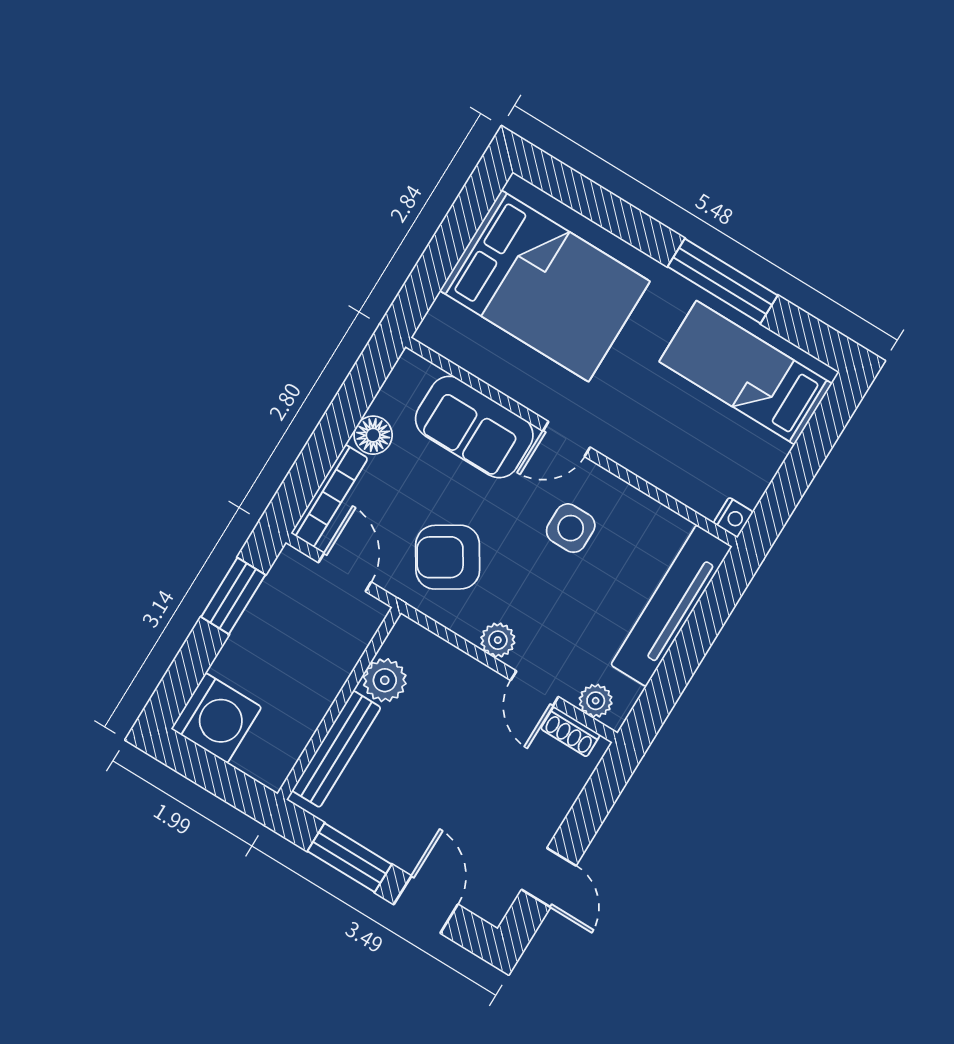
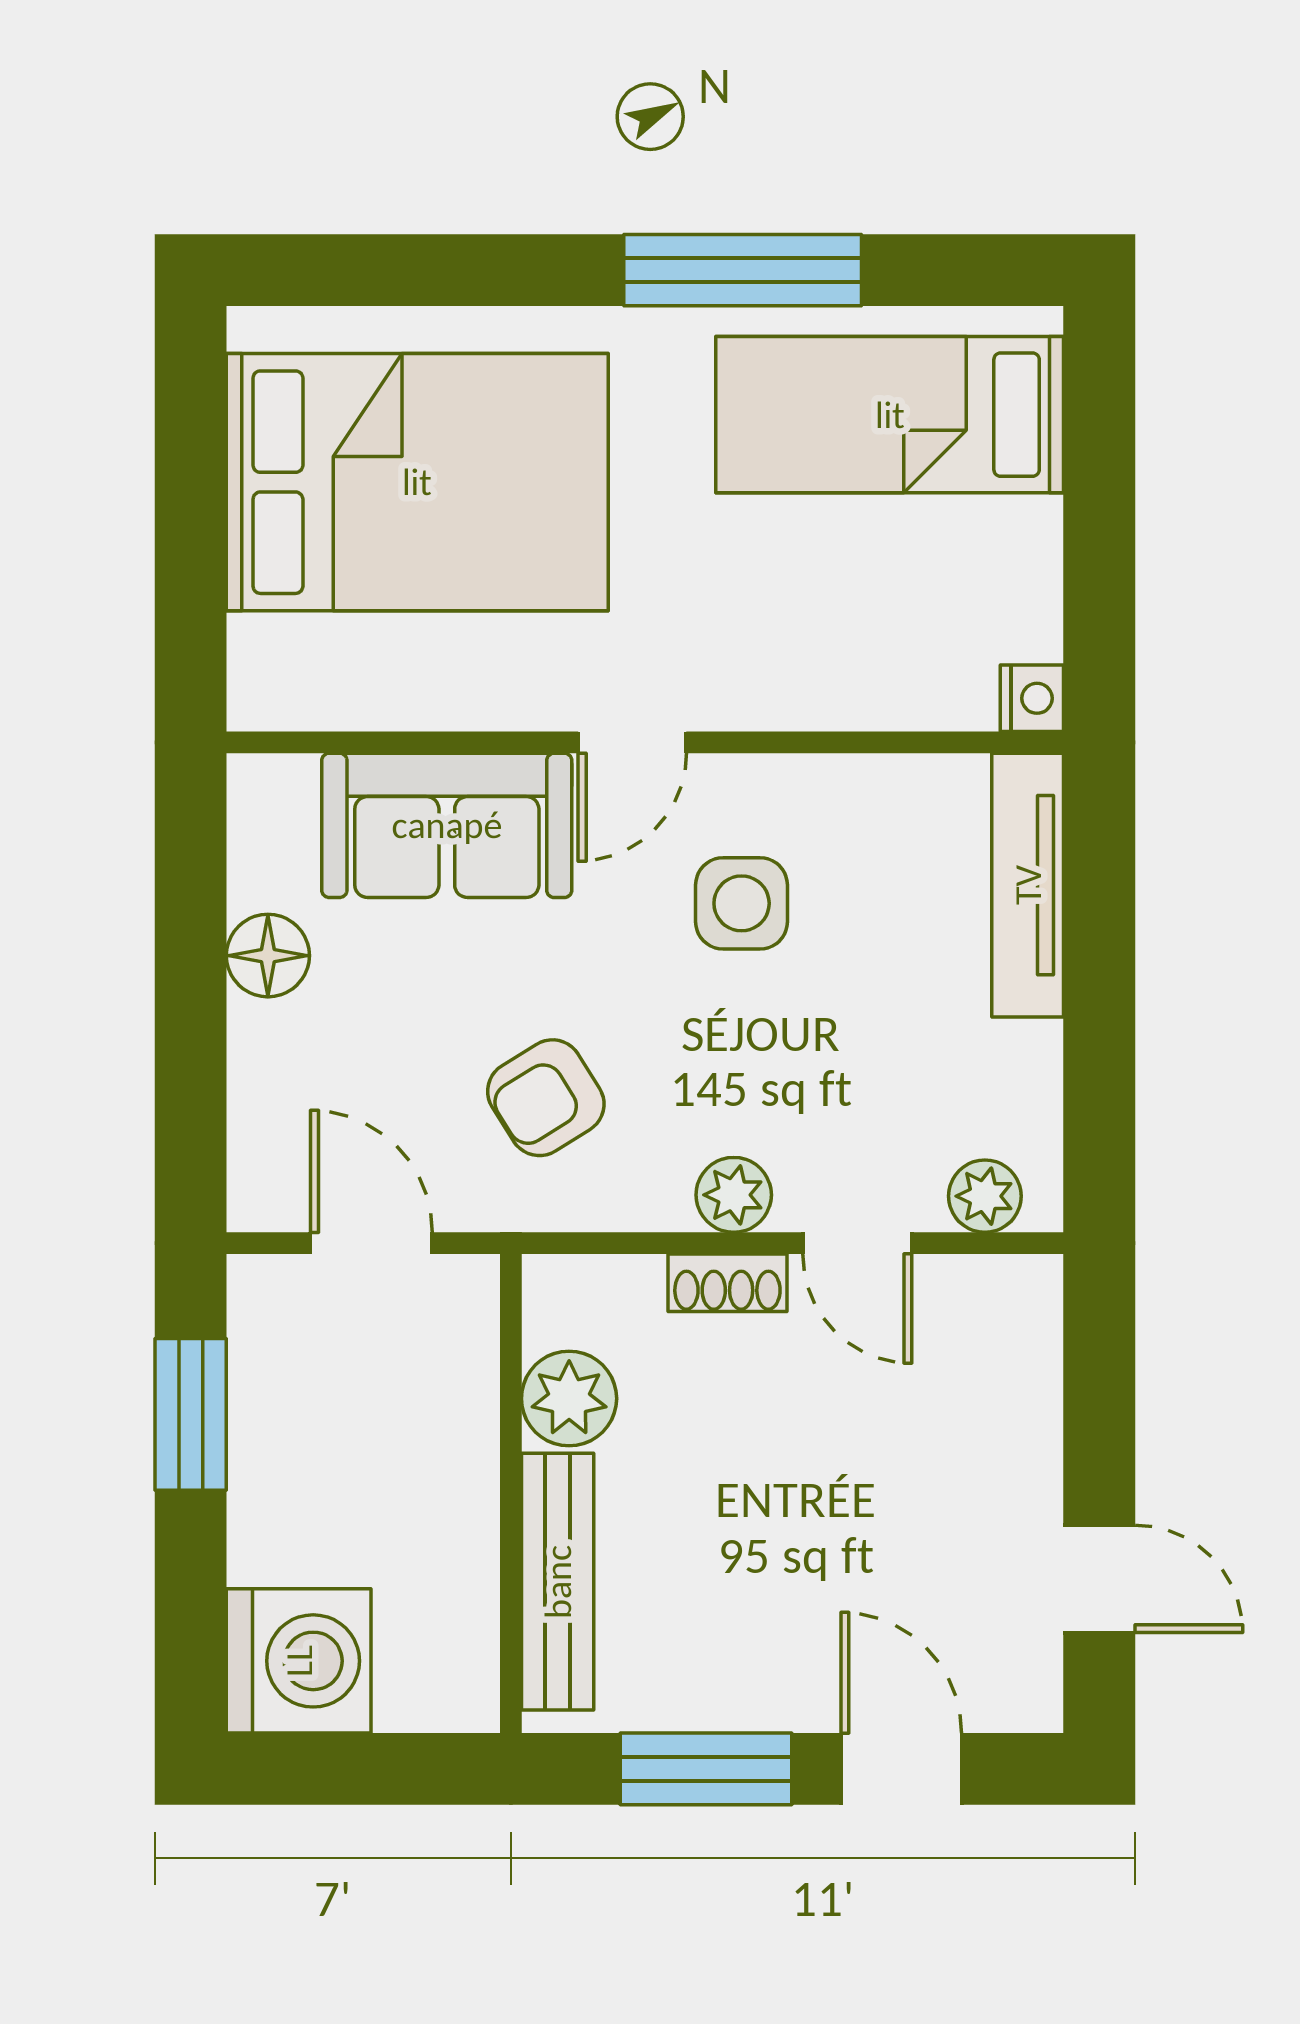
bookcase: (329, 496) -> (256, 1118), removed
armchair: (448, 557) -> (546, 1098), width x0.72, depth x0.72
tv unit: (671, 606) -> (1028, 885), width x0.73, depth x0.78
shoe rack: (570, 732) -> (727, 1283), moved

